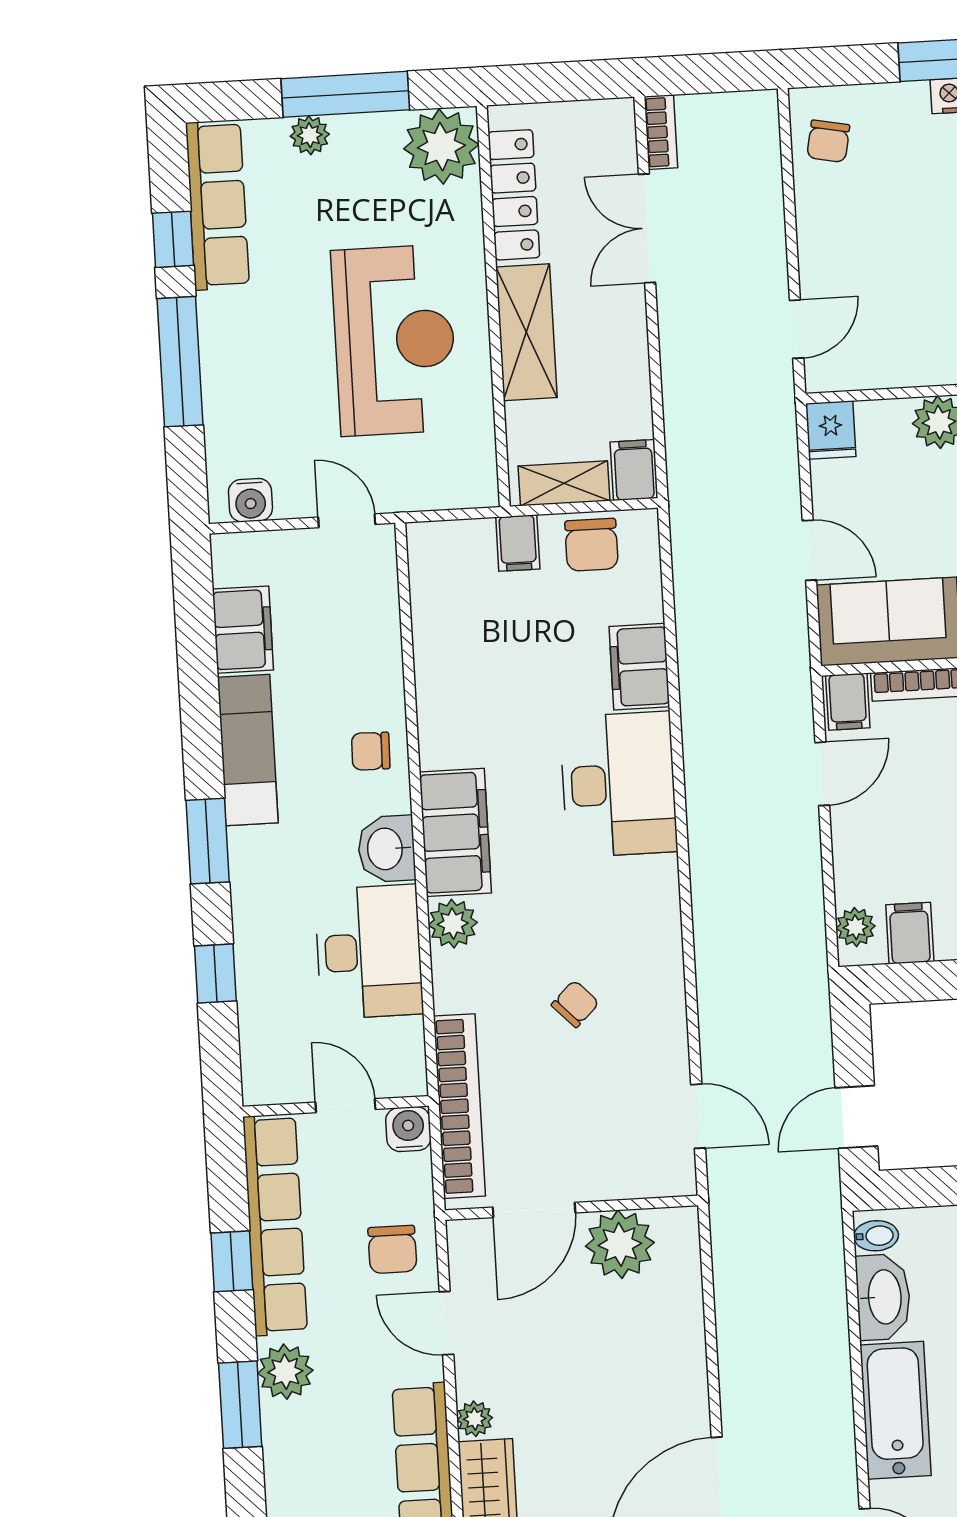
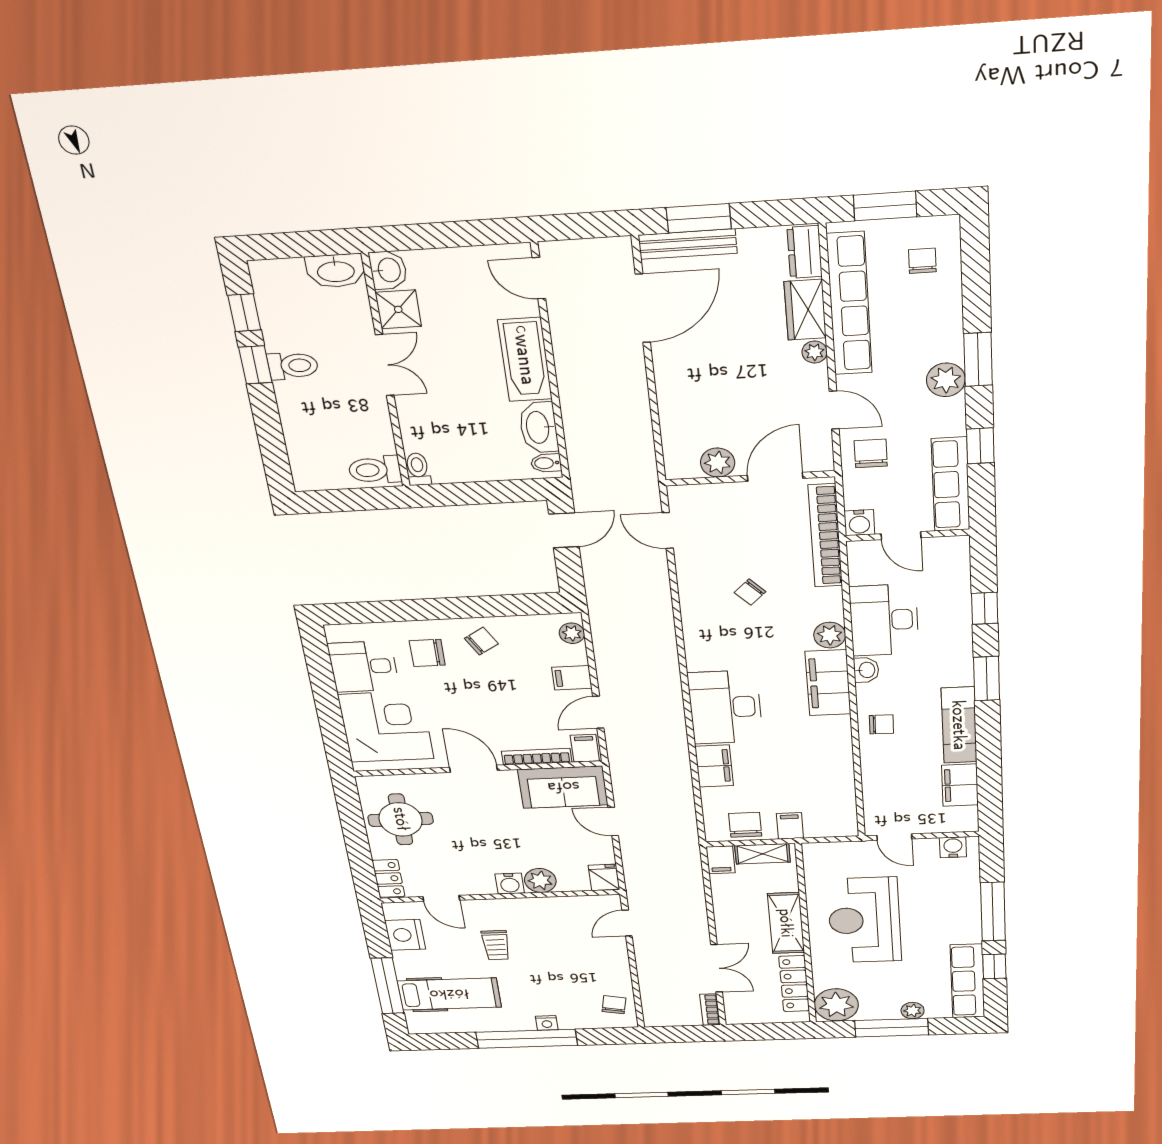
washbasin: (387, 849) -> (866, 670), width x0.72, depth x0.69
filing cabinet: (910, 933) -> (572, 678), moved, turned 90
row of seats: (275, 1225) -> (951, 484), width x0.73
plant: (620, 1244) -> (718, 463), width x0.73, depth x0.73

